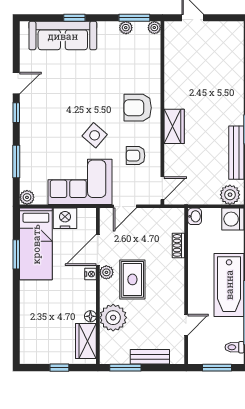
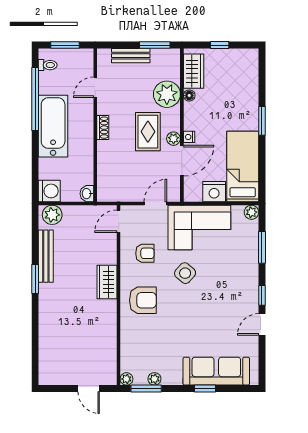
shoe rack: (178, 245) -> (103, 128), moved
window: (16, 254) -> (262, 121), moved

